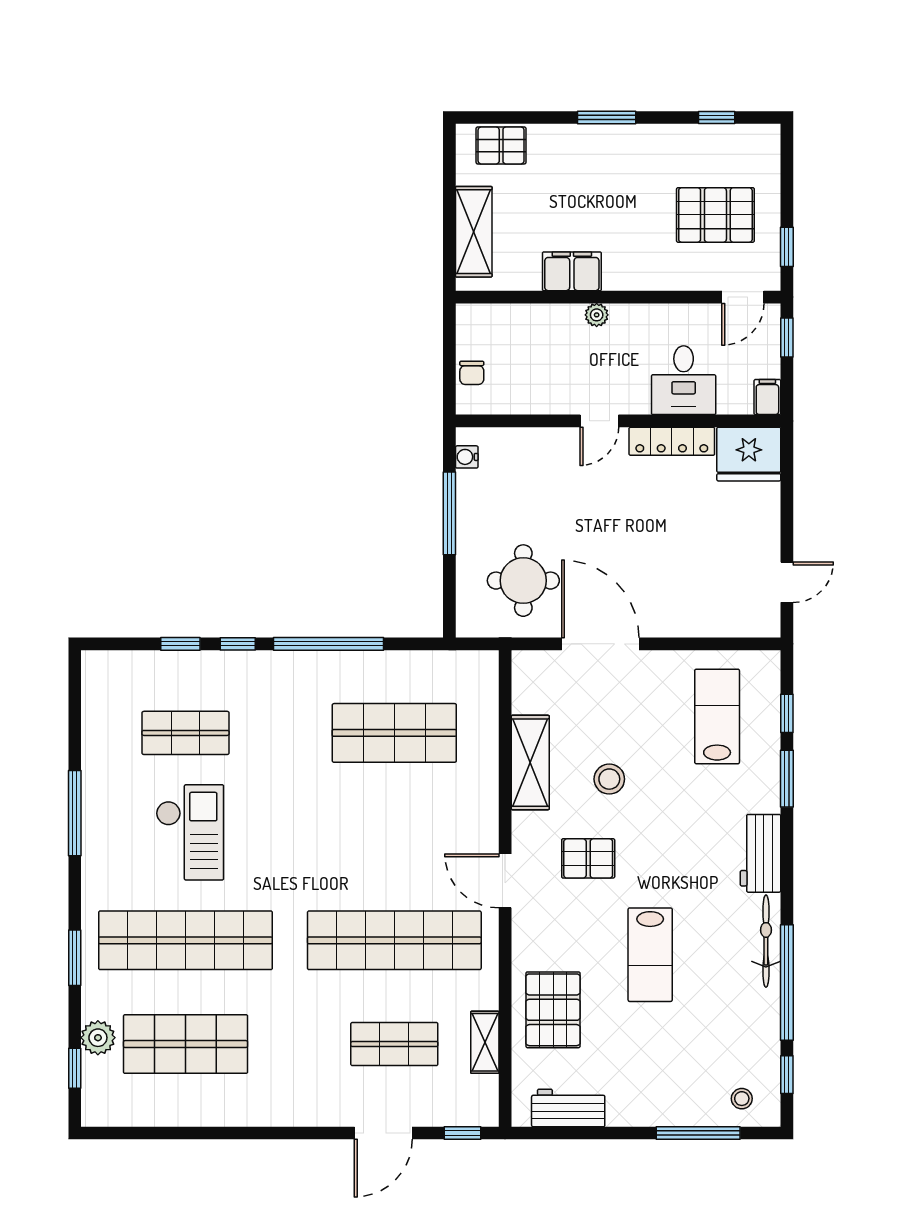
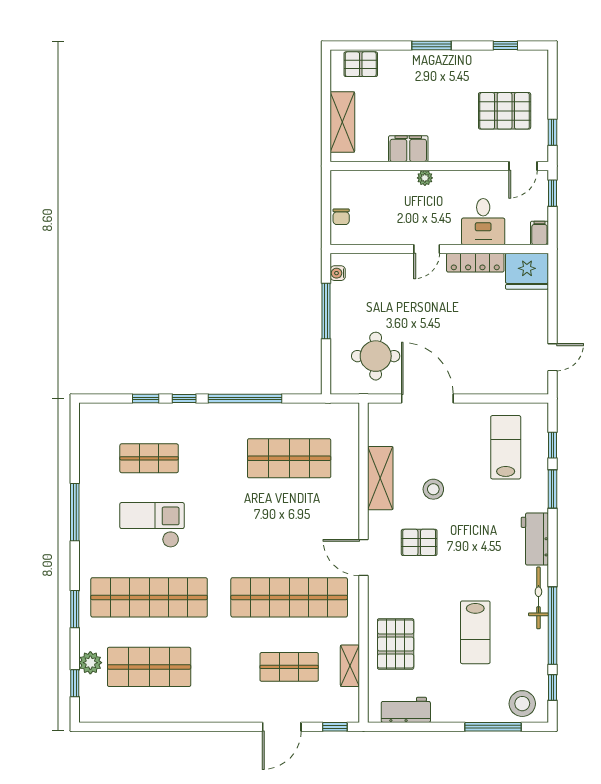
checkout: (190, 832) -> (152, 525), turned -90
lab bench: (650, 955) -> (475, 632), moved
stool: (742, 1099) -> (522, 704), width x1.89, depth x1.89

